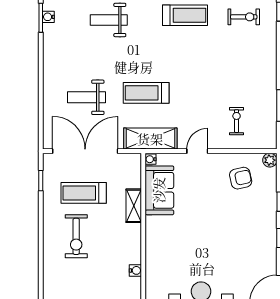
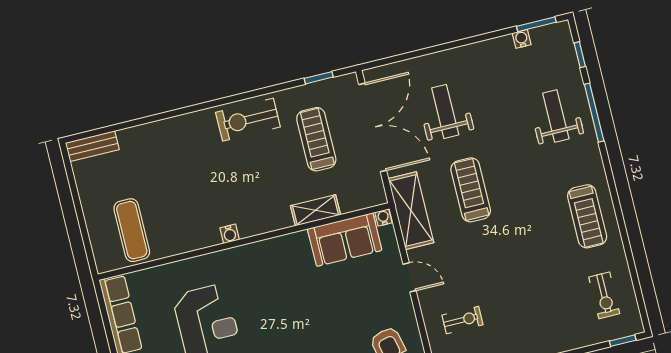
water cooler: (48, 17) -> (522, 39), moved
exercise bike: (76, 236) -> (248, 120), moved

